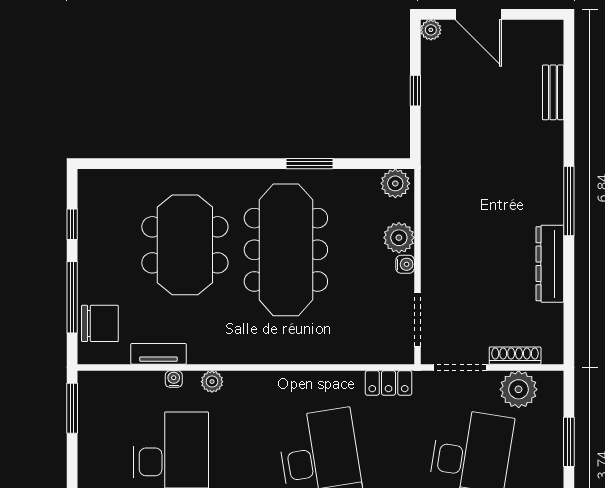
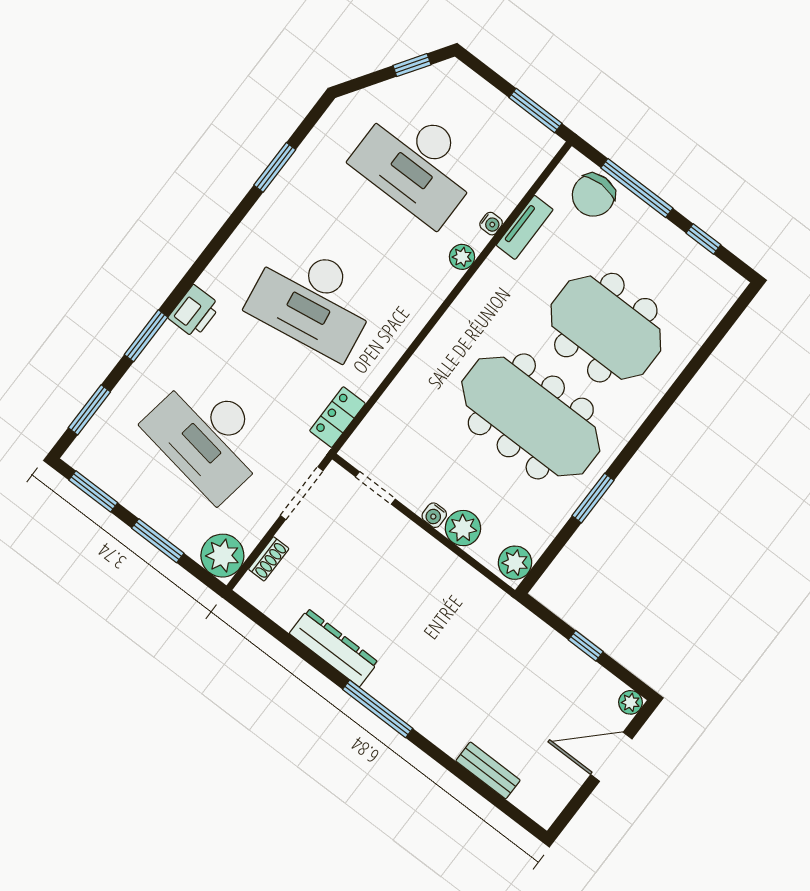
doorway: (417, 319) -> (375, 488), width x0.73
shoe rack: (515, 356) -> (269, 559), width x0.70
plant: (519, 389) -> (222, 556), moved

